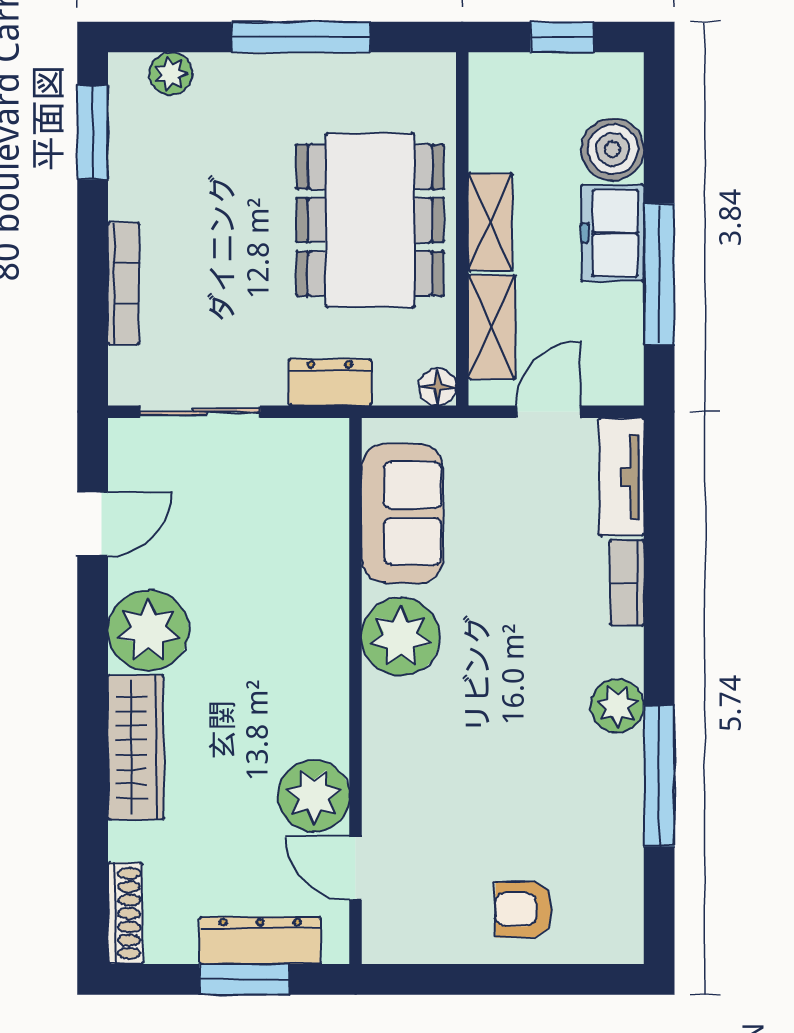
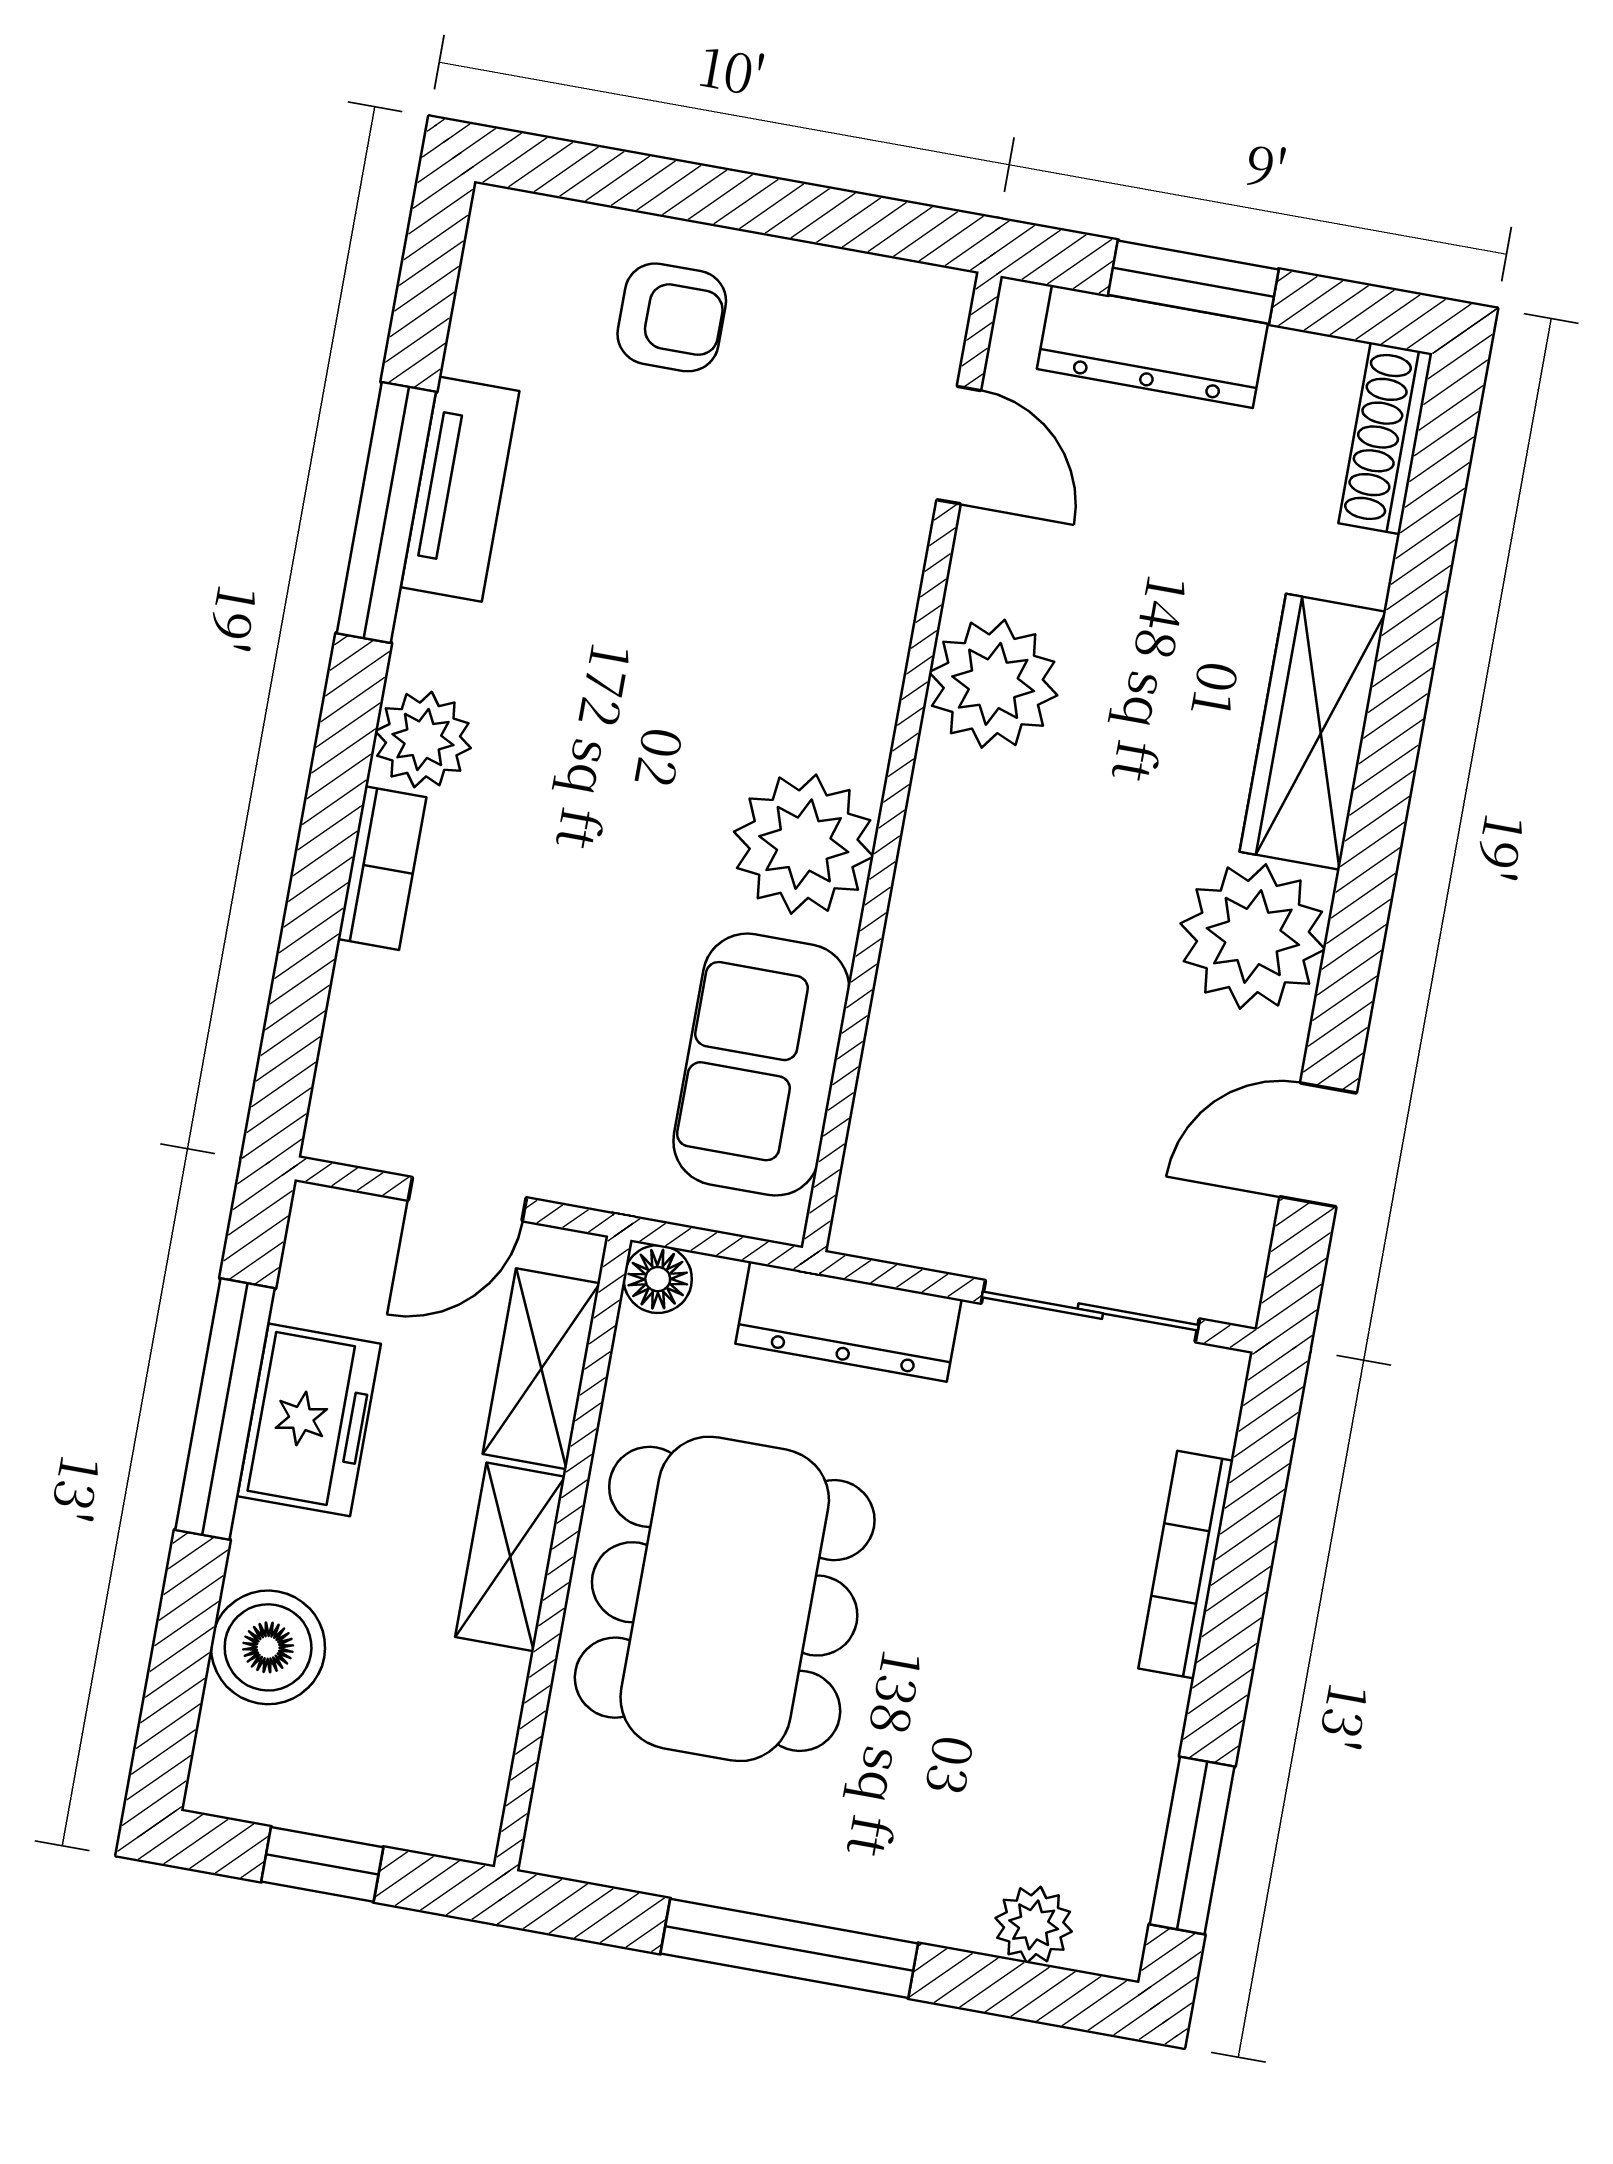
freezer: (613, 233) -> (309, 1420), moved
dresser: (330, 382) -> (848, 1322), width x1.44
tv unit: (621, 477) -> (460, 489), moved
plant: (617, 706) -> (423, 740), moved
plant: (314, 796) -> (993, 684), moved

